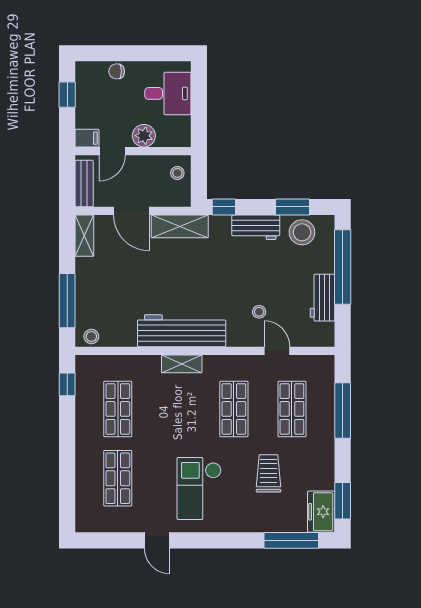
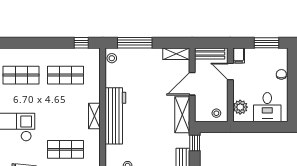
window: (67, 95) -> (266, 43), width x1.50
plant: (144, 136) -> (240, 107), moved

